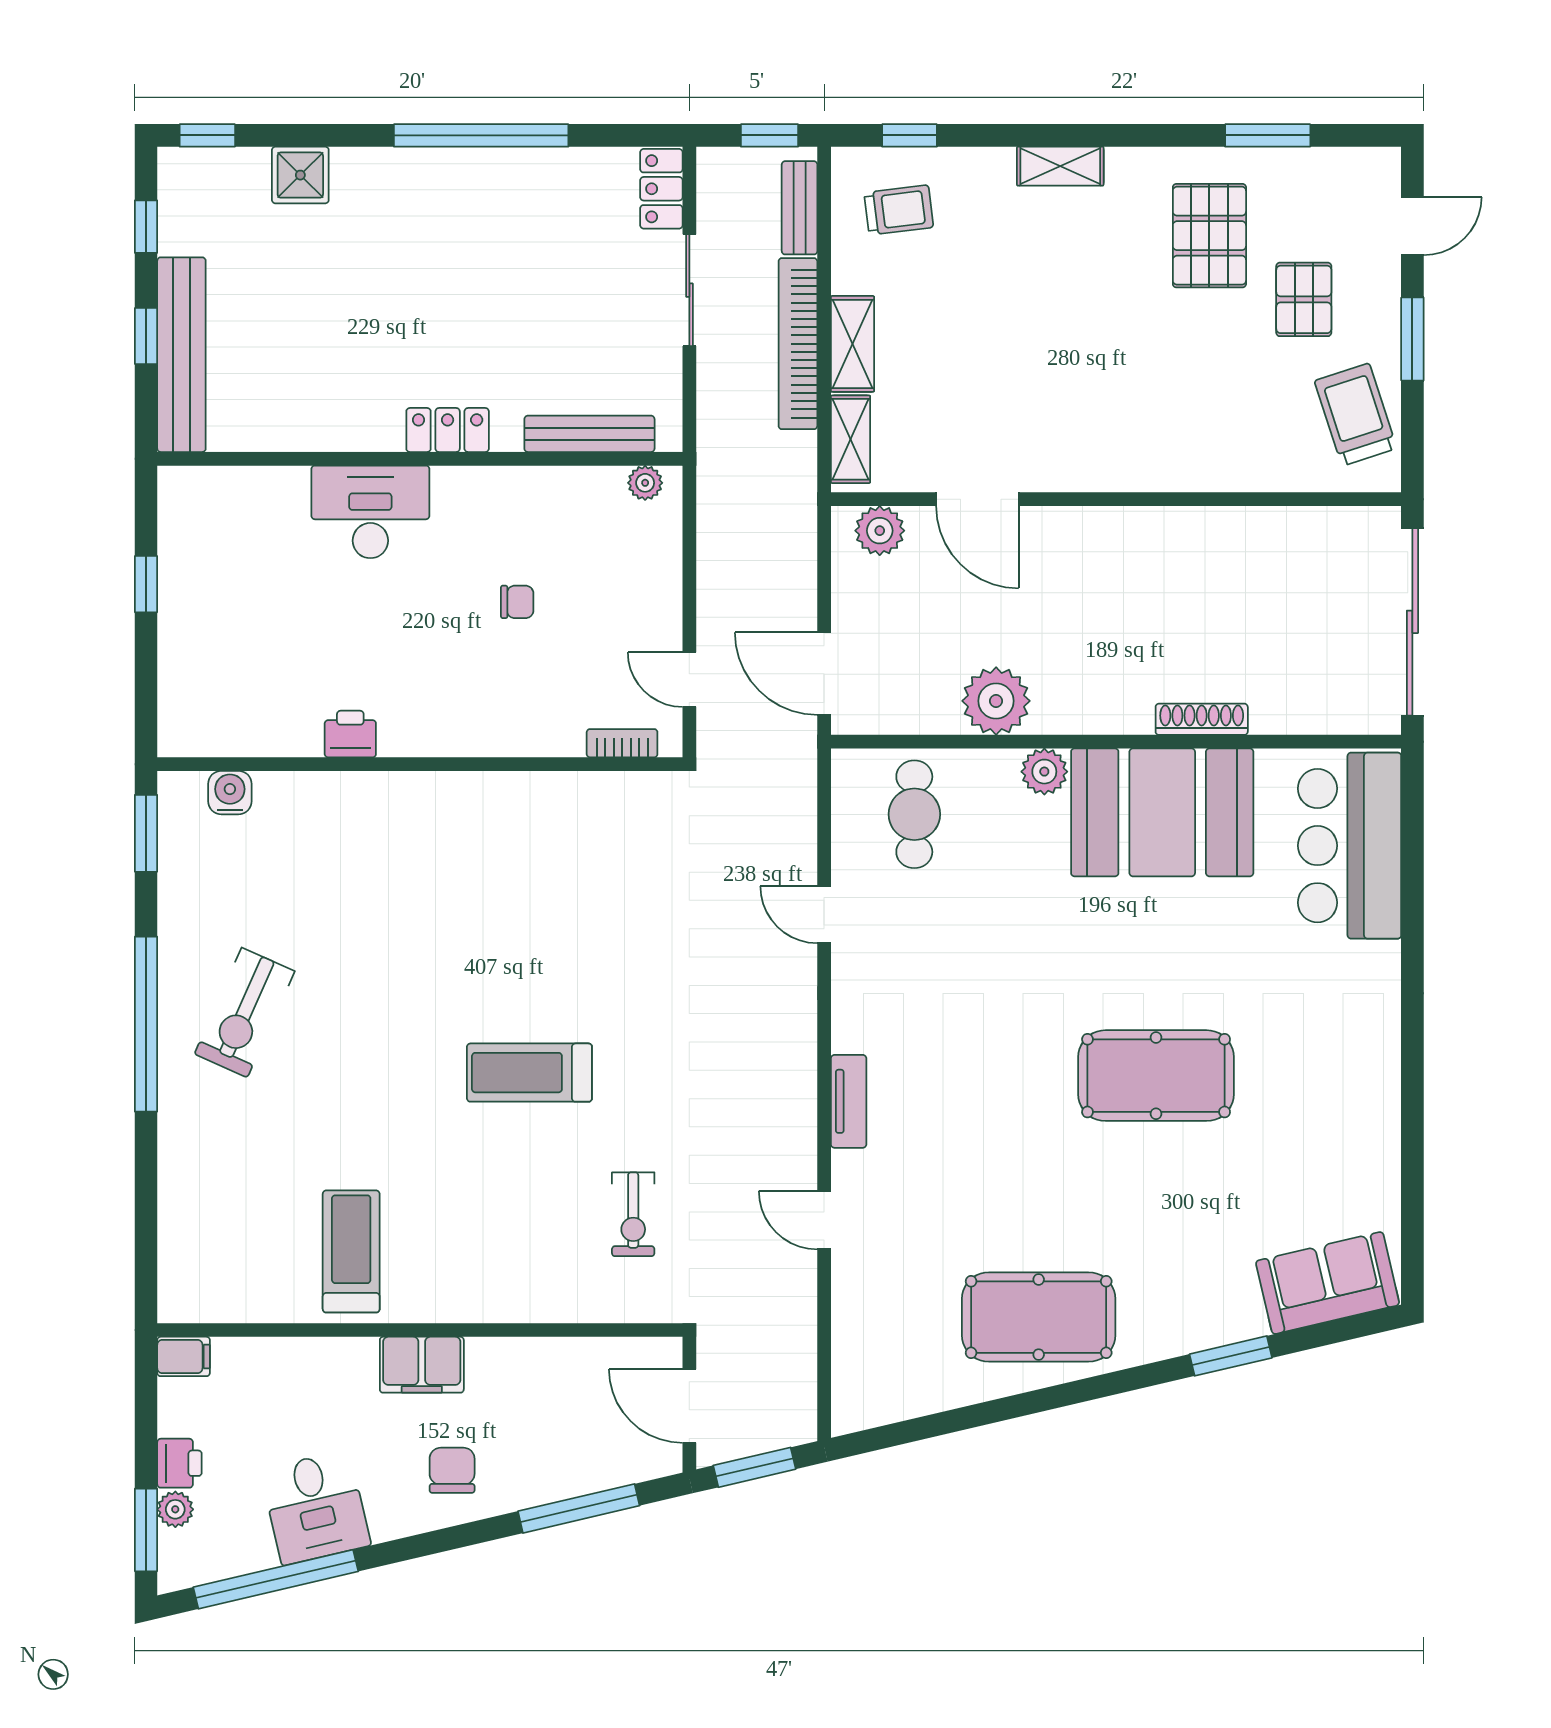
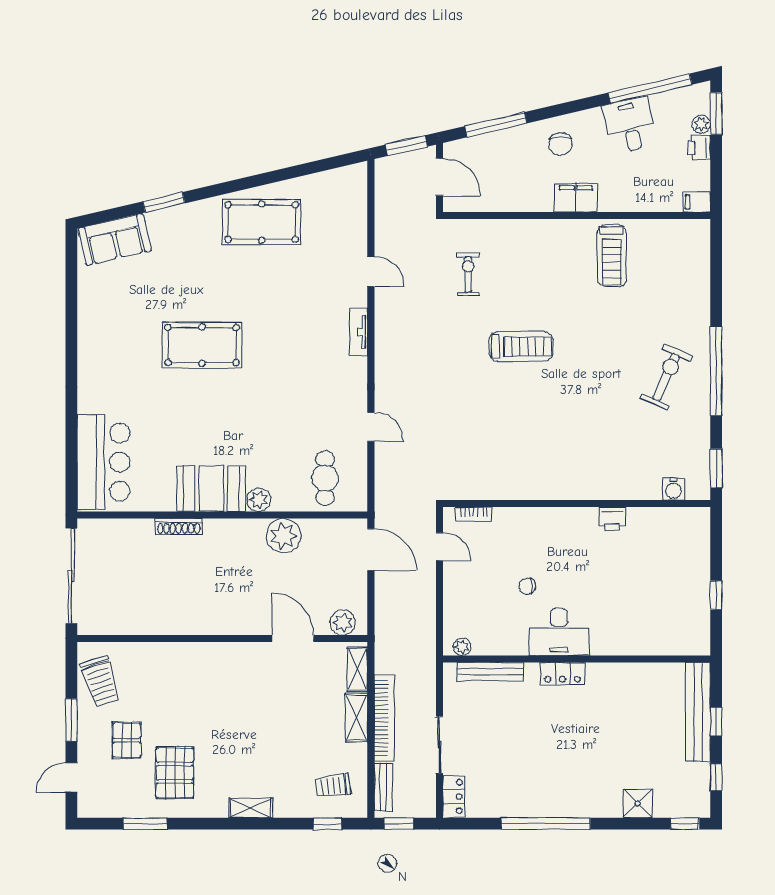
desk: (370, 512) -> (559, 632), moved
booth: (1162, 812) -> (211, 489), width x0.73, depth x0.70

